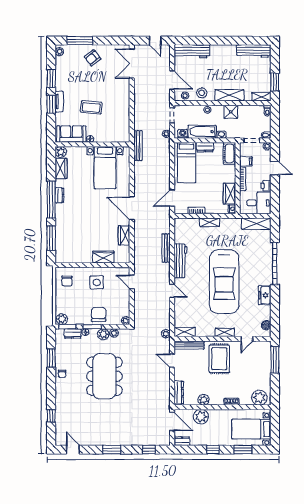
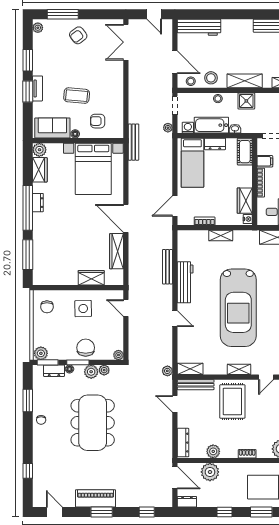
armchair: (109, 128) -> (98, 121), added
bed with nightstands: (105, 168) -> (93, 169), width x1.36
wardrobe: (124, 235) -> (117, 251), width x1.50
piano: (107, 438) -> (96, 498), added

